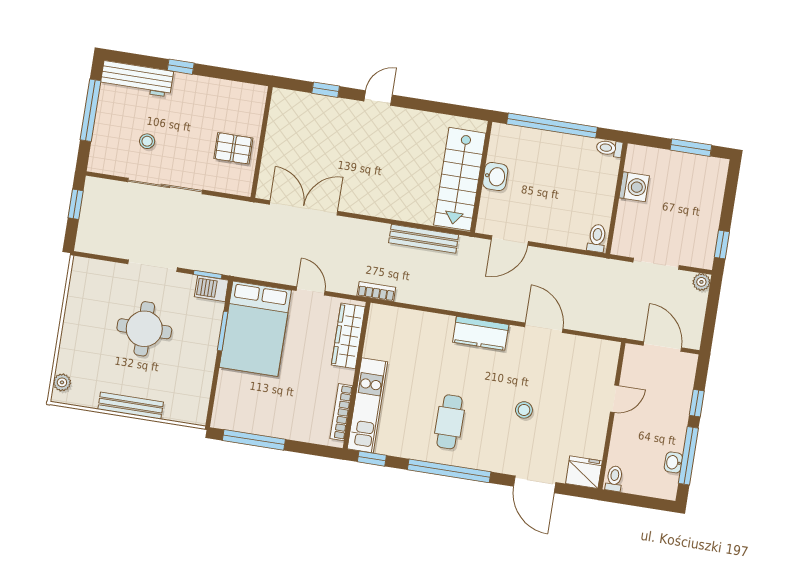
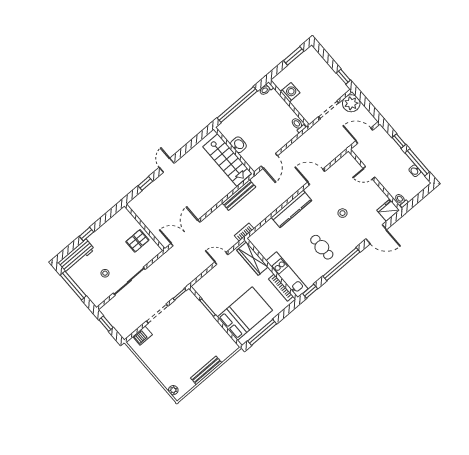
plant: (701, 282) -> (351, 103), width x1.88, depth x1.88
barbecue: (211, 289) -> (143, 336), moved
round table: (144, 329) -> (180, 339), removed
bed: (255, 329) -> (245, 314), moved, turned -90
kitchen counter: (481, 333) -> (291, 209), width x1.50
door: (614, 399) -> (369, 173), swing flipped

